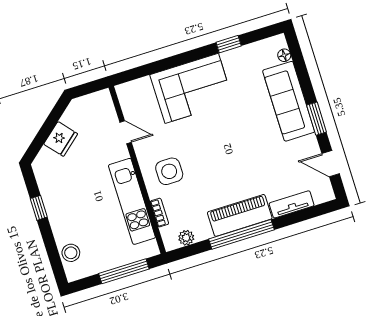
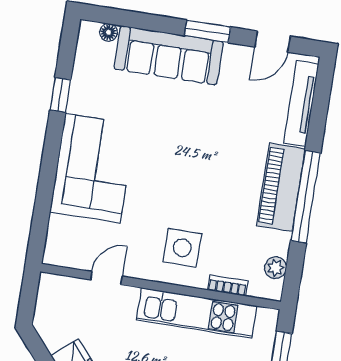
tv unit: (292, 204) -> (301, 104), width x1.41

